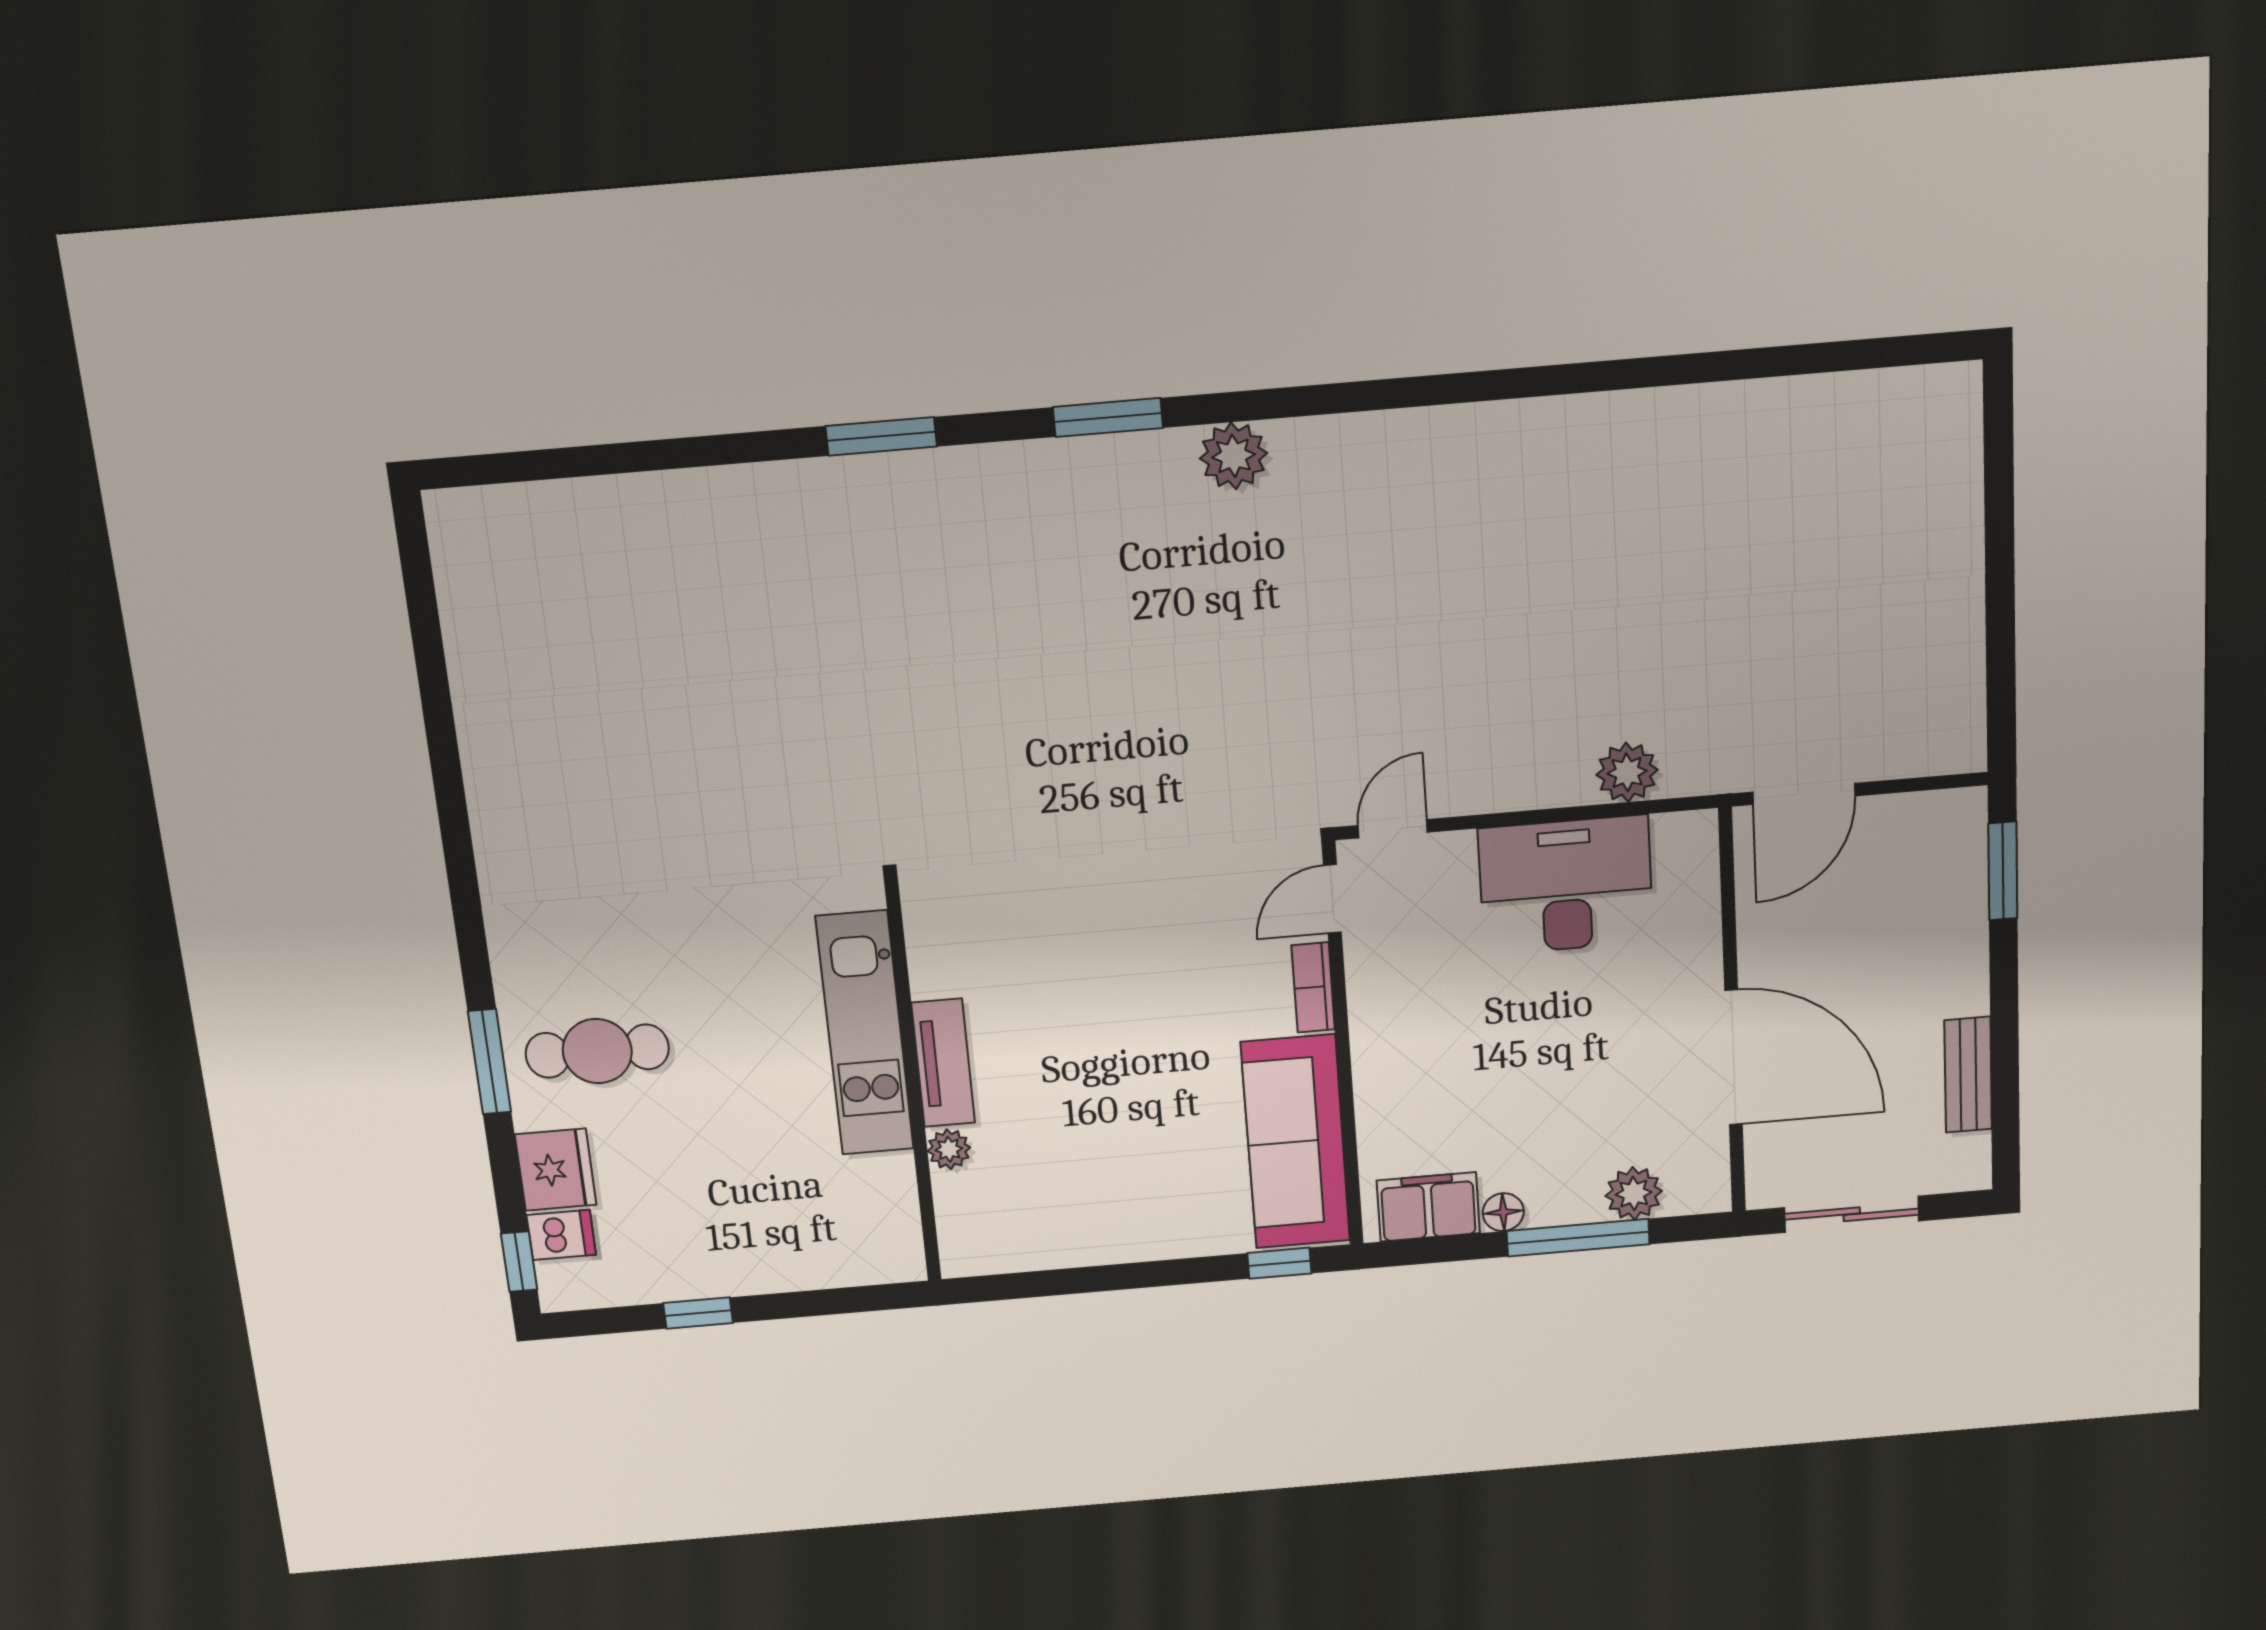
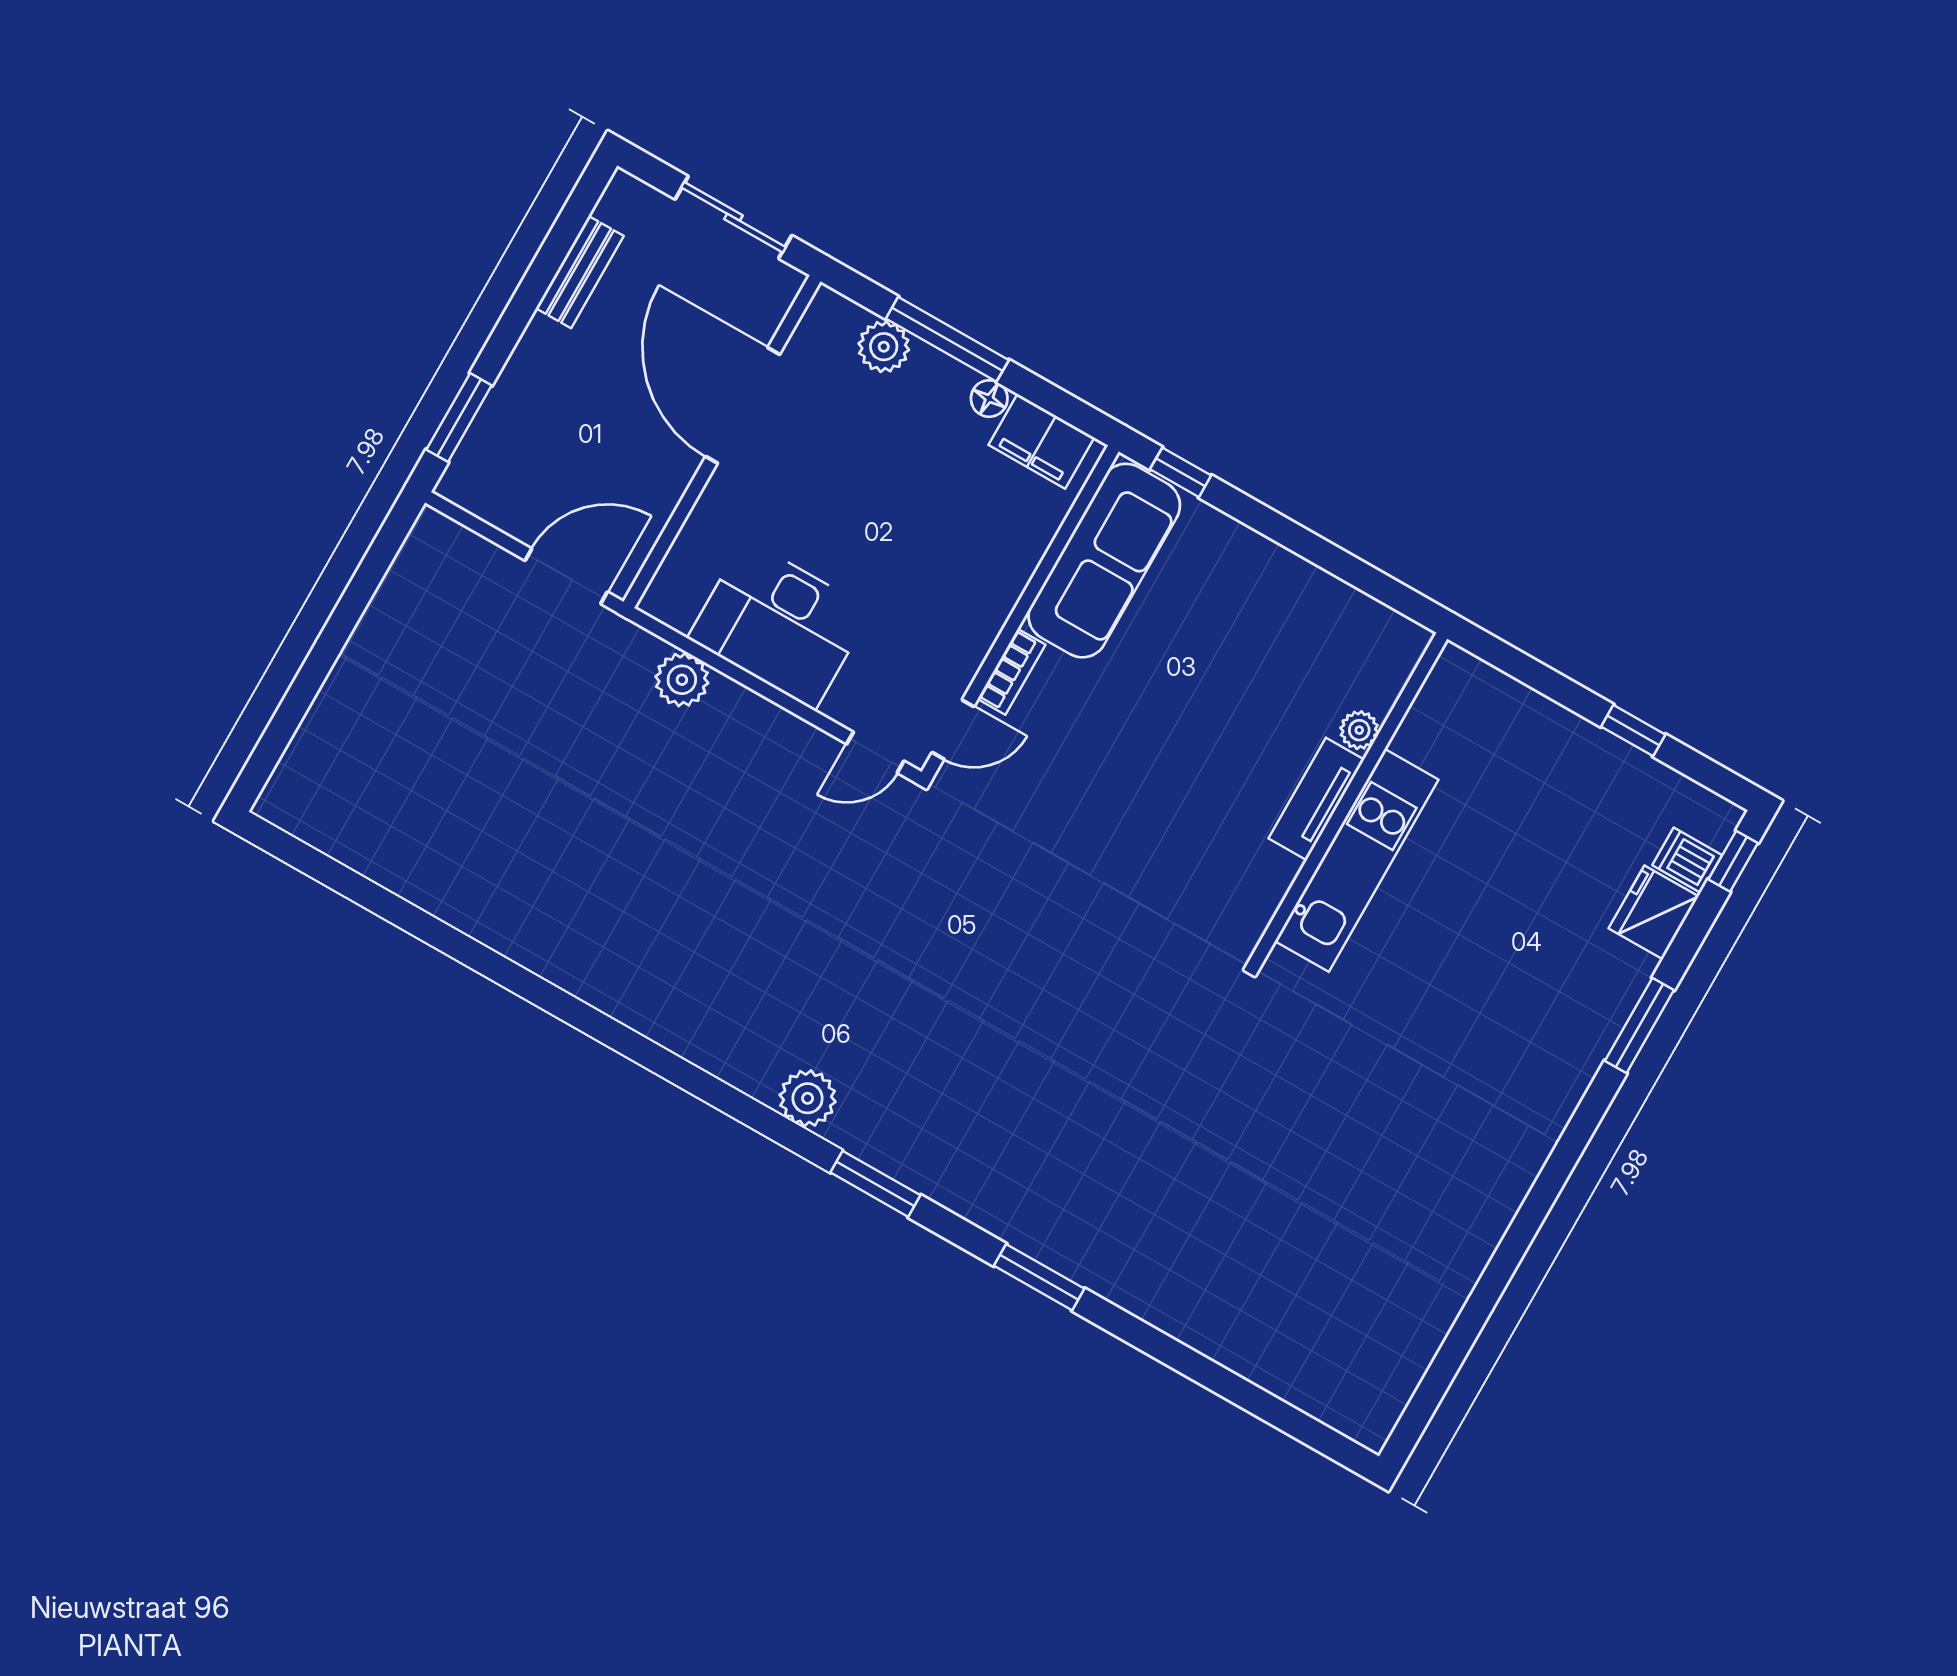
cafe table: (597, 1051) -> (1557, 980), removed

